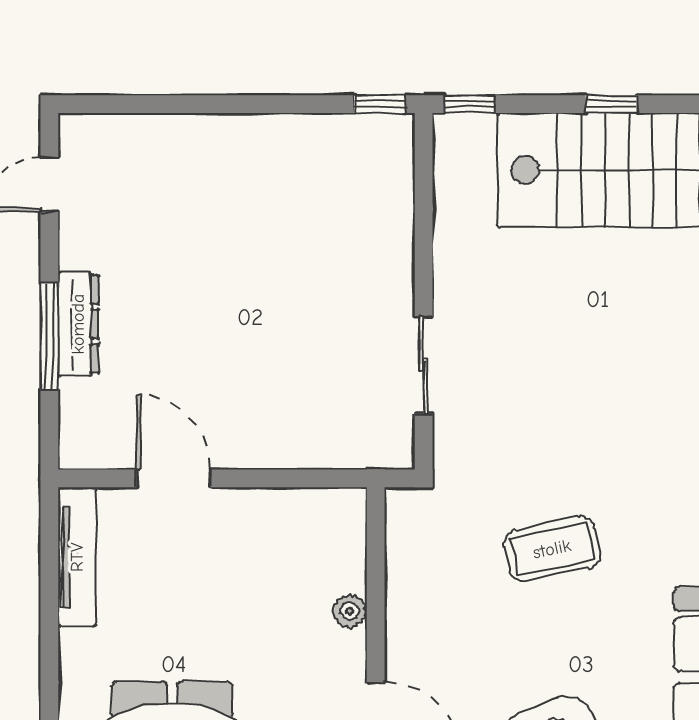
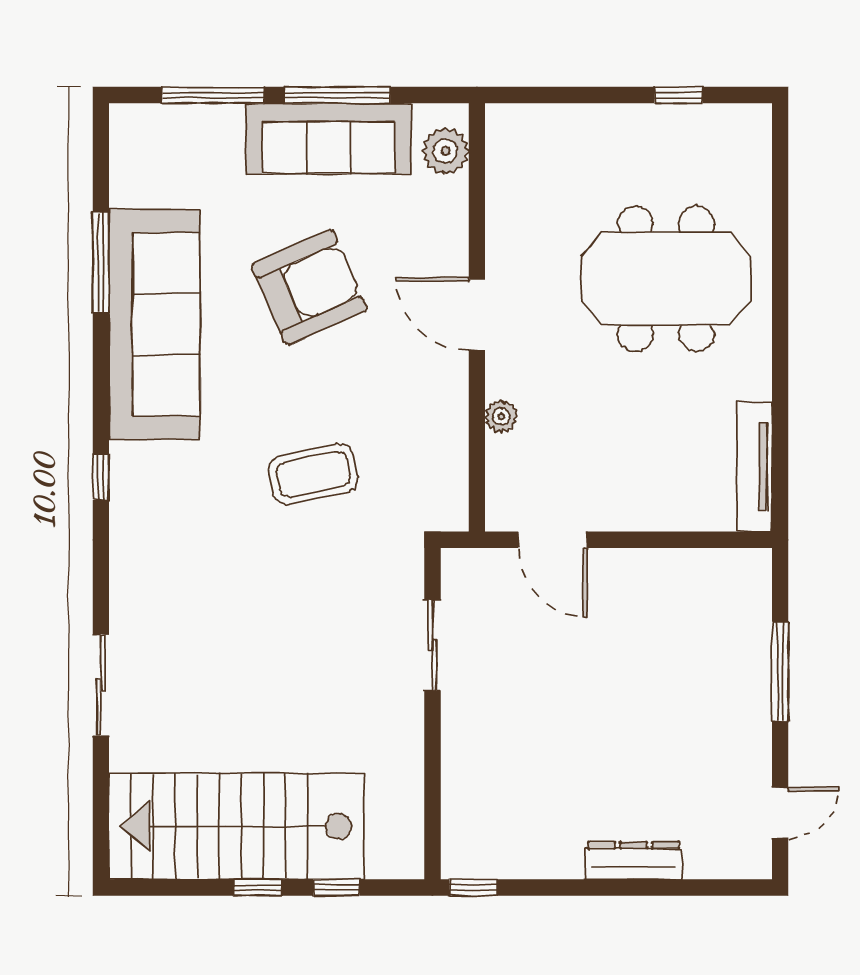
window: (469, 104) -> (336, 888), moved
dresser: (78, 324) -> (634, 861), moved, turned 90
door: (173, 478) -> (553, 540), moved

